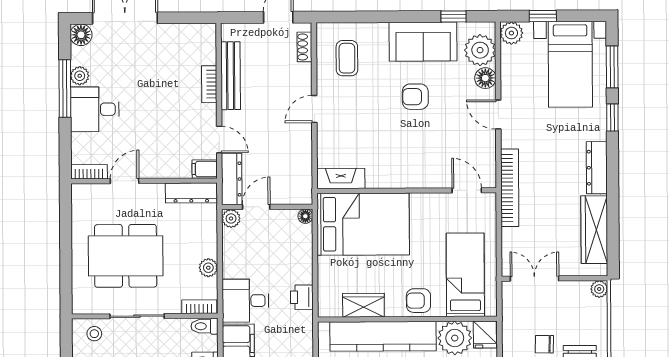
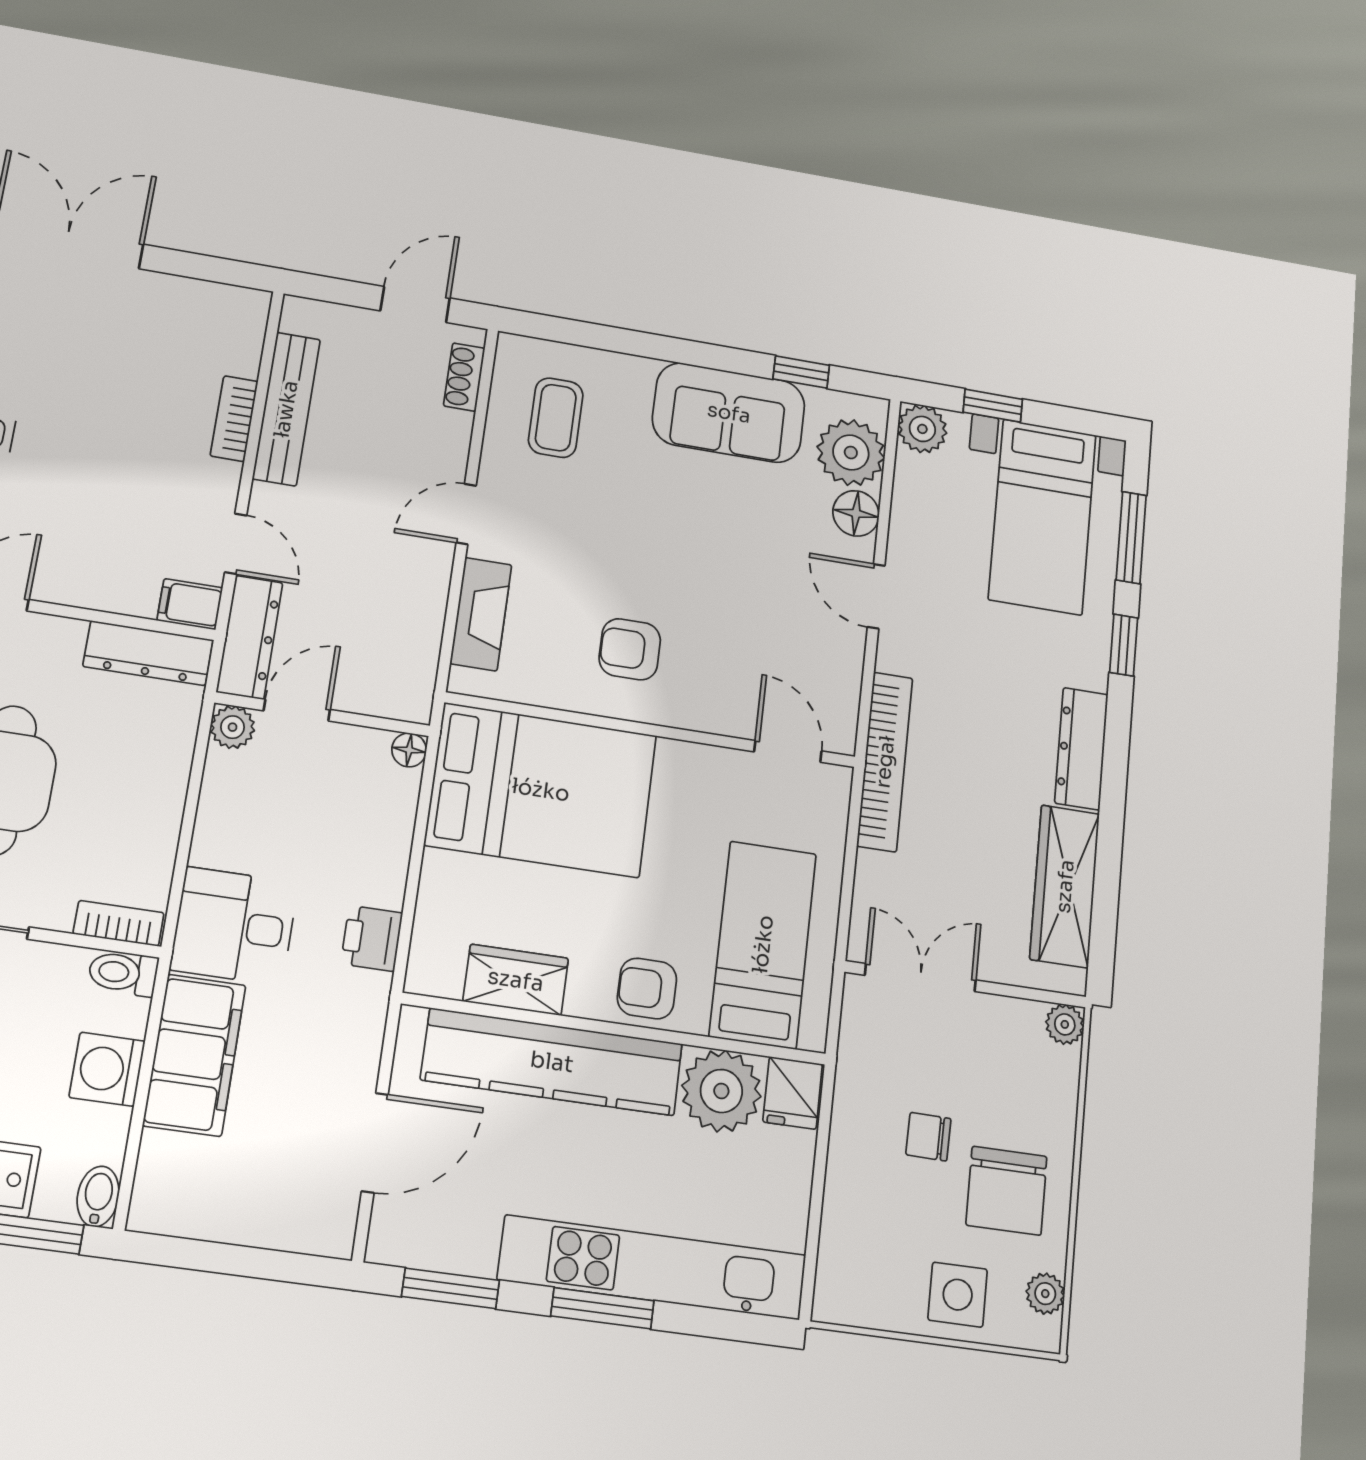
armchair: (415, 97) -> (630, 649), moved
fireplace: (341, 179) -> (481, 614), moved, turned 90
plant: (208, 268) -> (158, 834), removed

